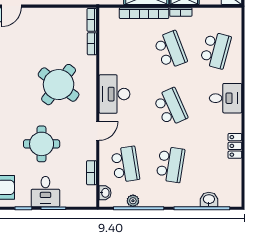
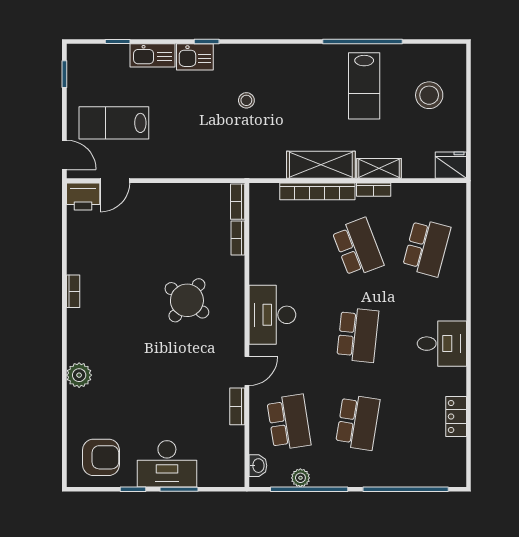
round table: (59, 85) -> (187, 300), width x0.73, depth x0.73
desk: (226, 98) -> (442, 344), moved
school desk: (170, 107) -> (358, 335), turned 30
round table: (42, 144) -> (161, 391), removed
locker: (235, 146) -> (456, 417), moved
bookcase: (92, 173) -> (237, 406), moved
desk: (45, 192) -> (167, 464), width x1.37
washbasin: (209, 200) -> (417, 476), removed

